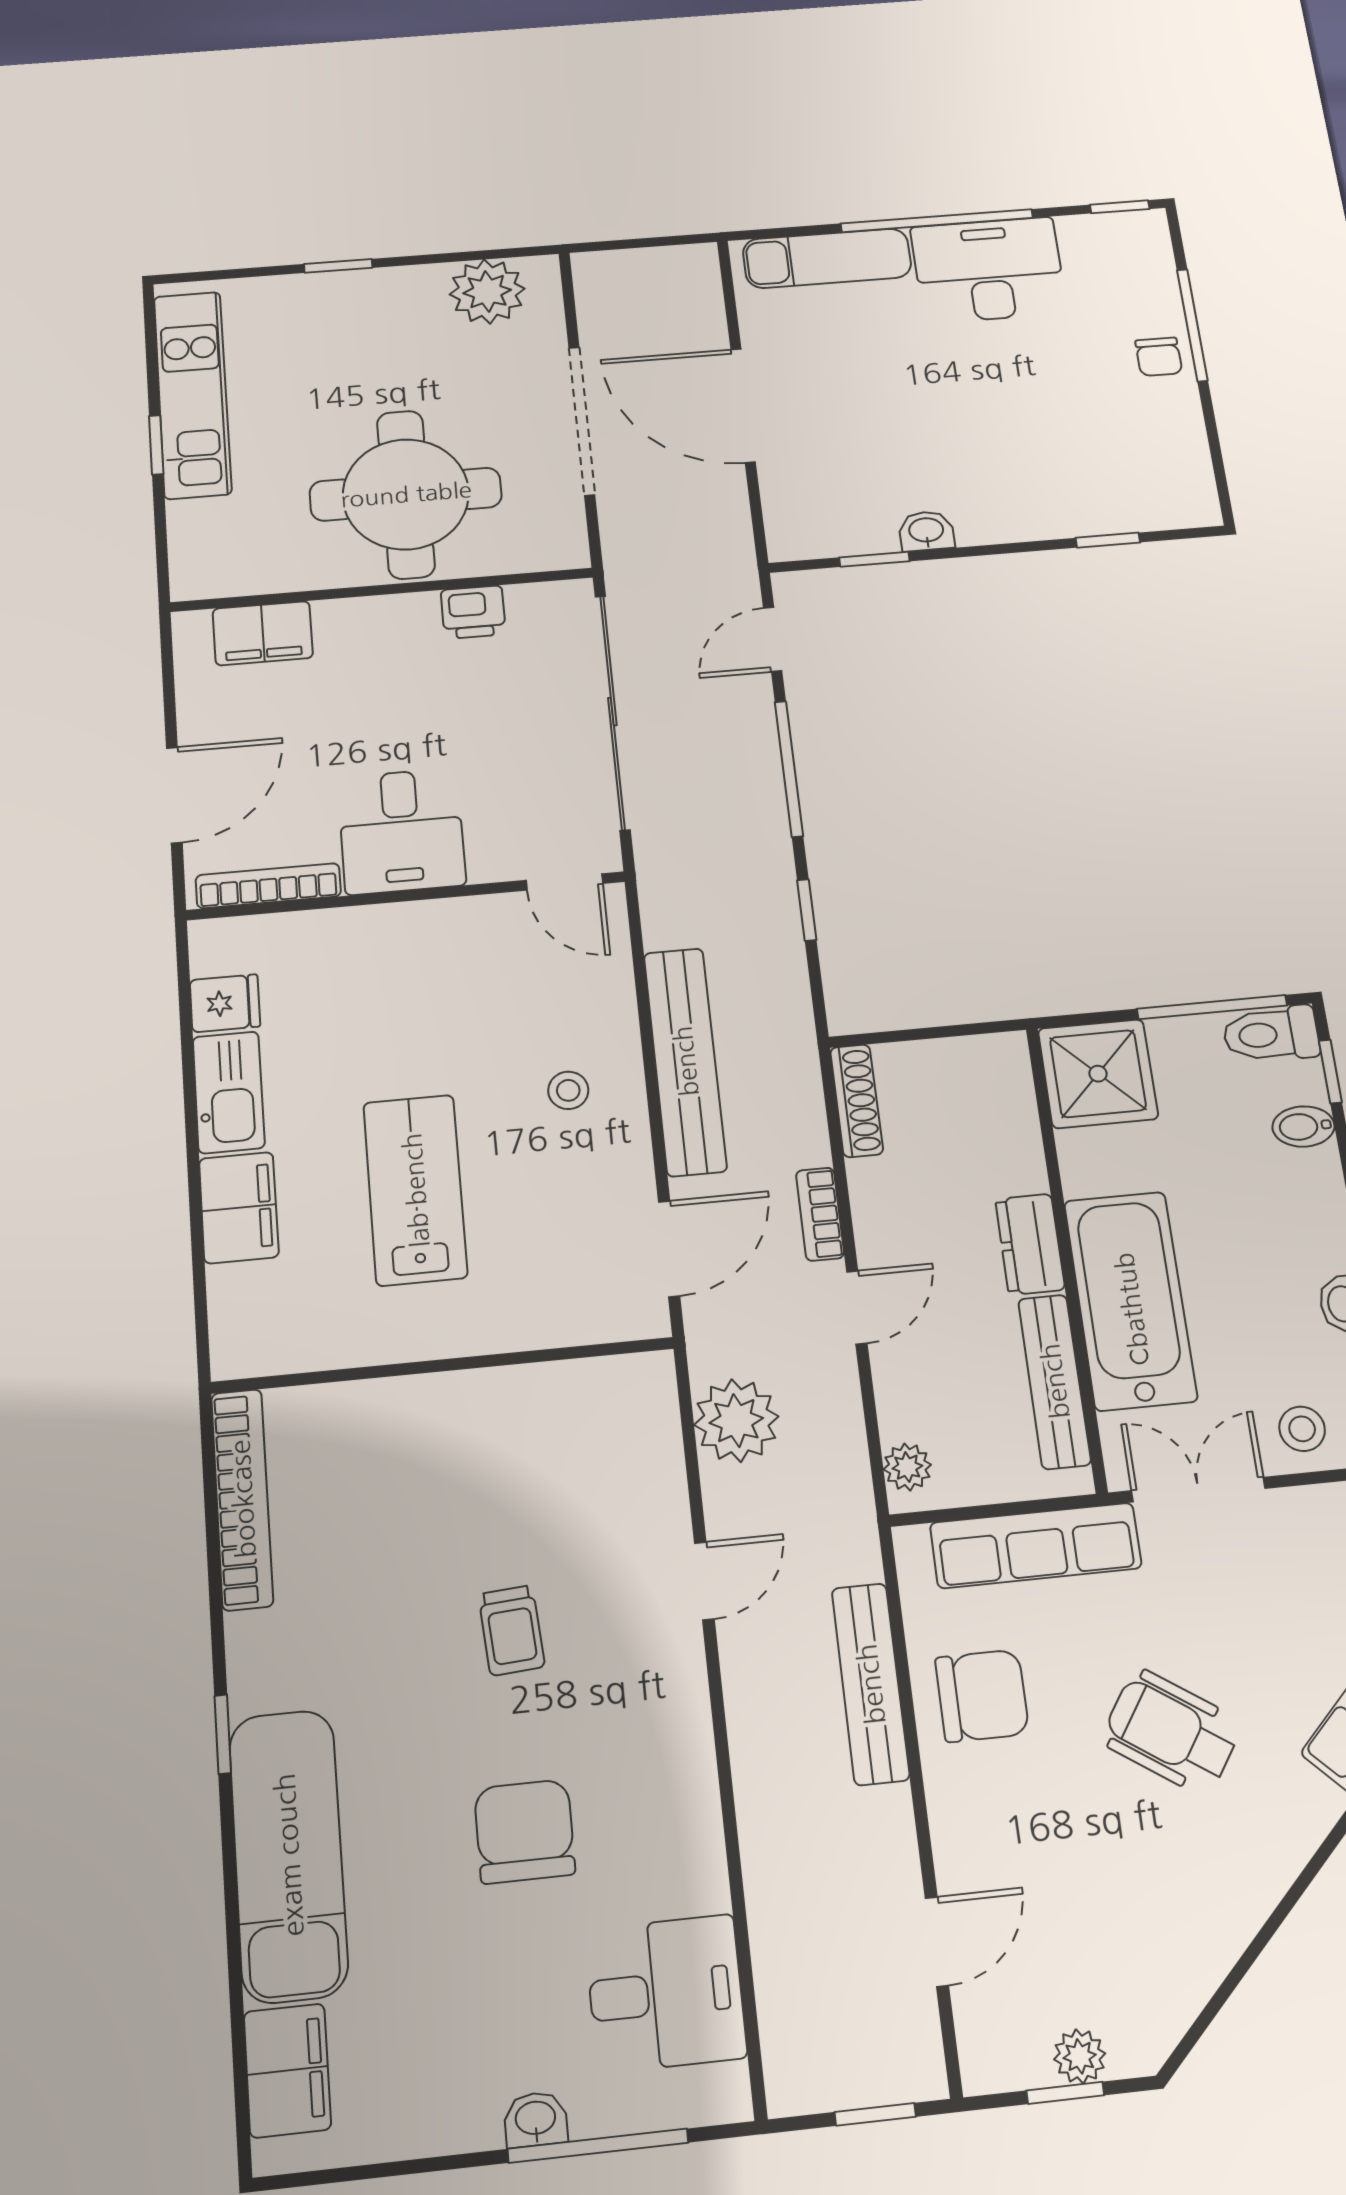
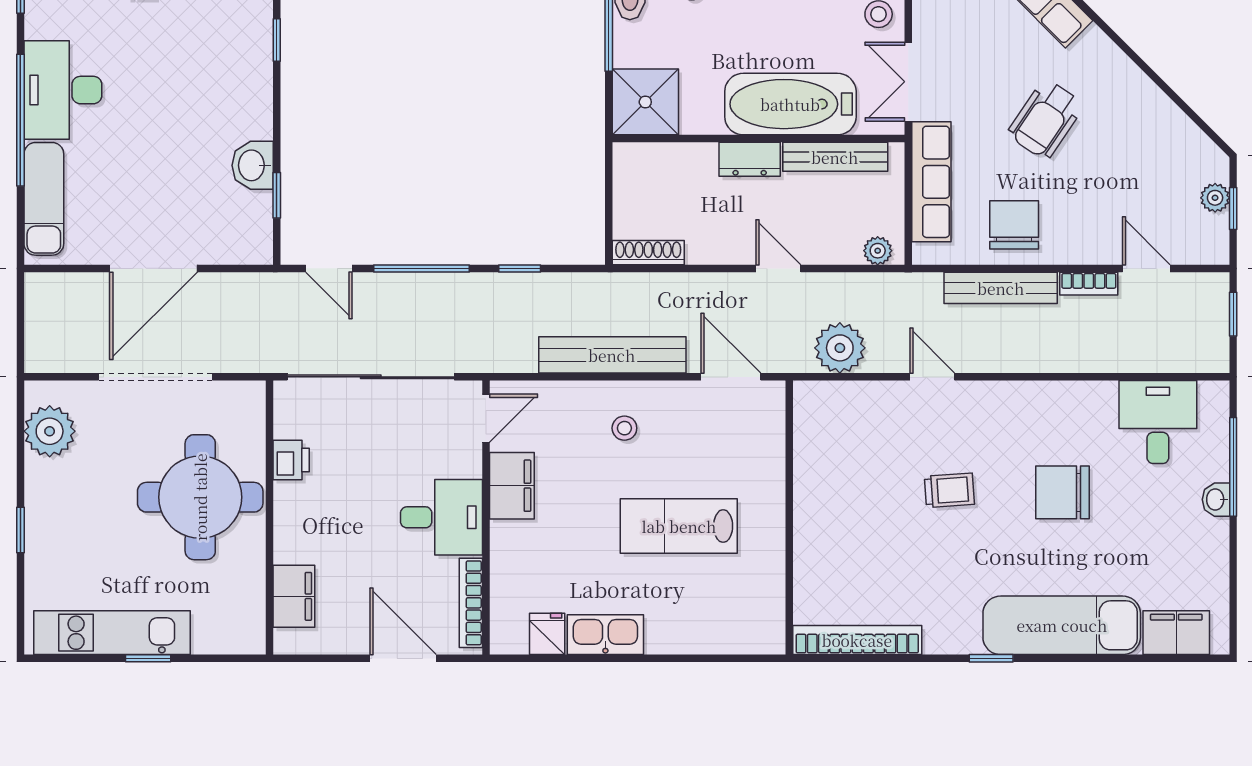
washbasin: (926, 531) -> (253, 165), width x1.38, depth x1.45
filing cabinet: (239, 1208) -> (512, 486), moved, turned 90
bookcase: (820, 1214) -> (1089, 284), moved

